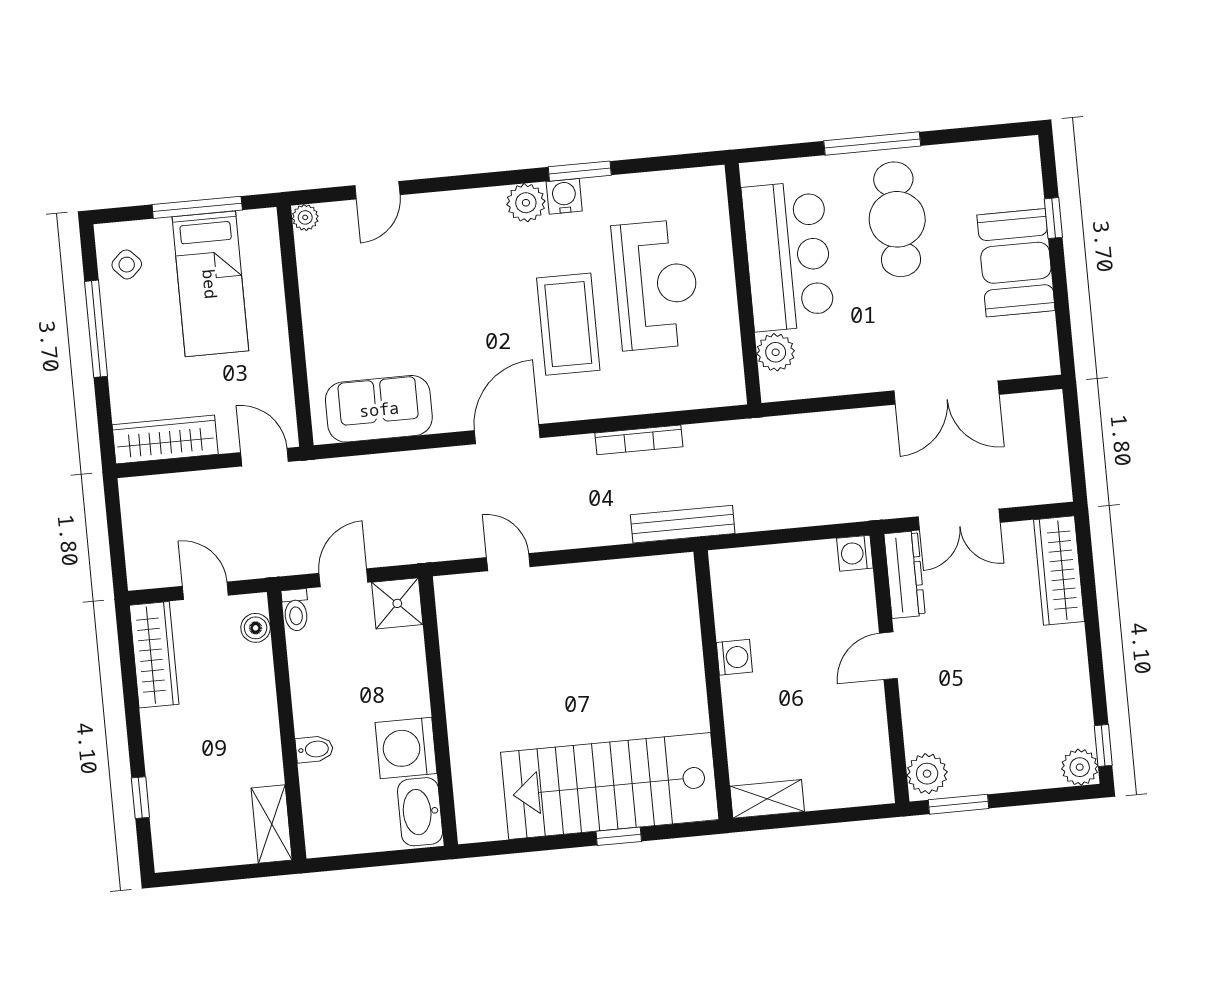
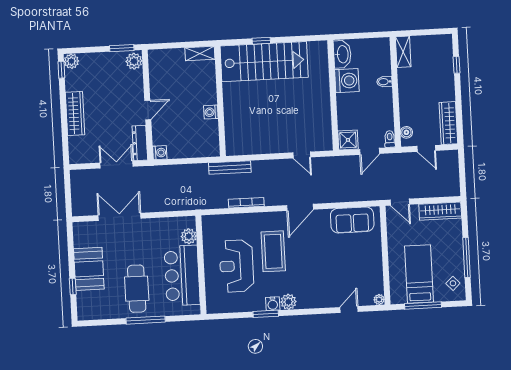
wardrobe: (1059, 571) -> (75, 113), moved

